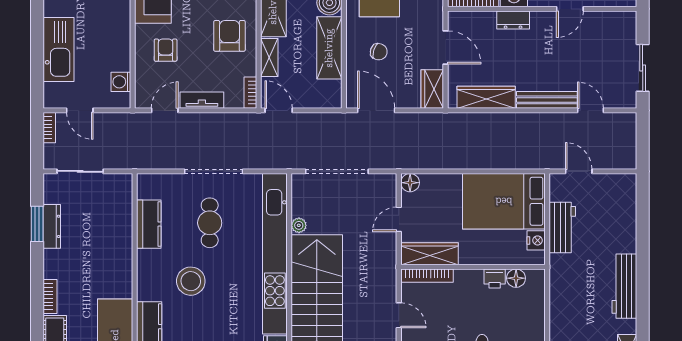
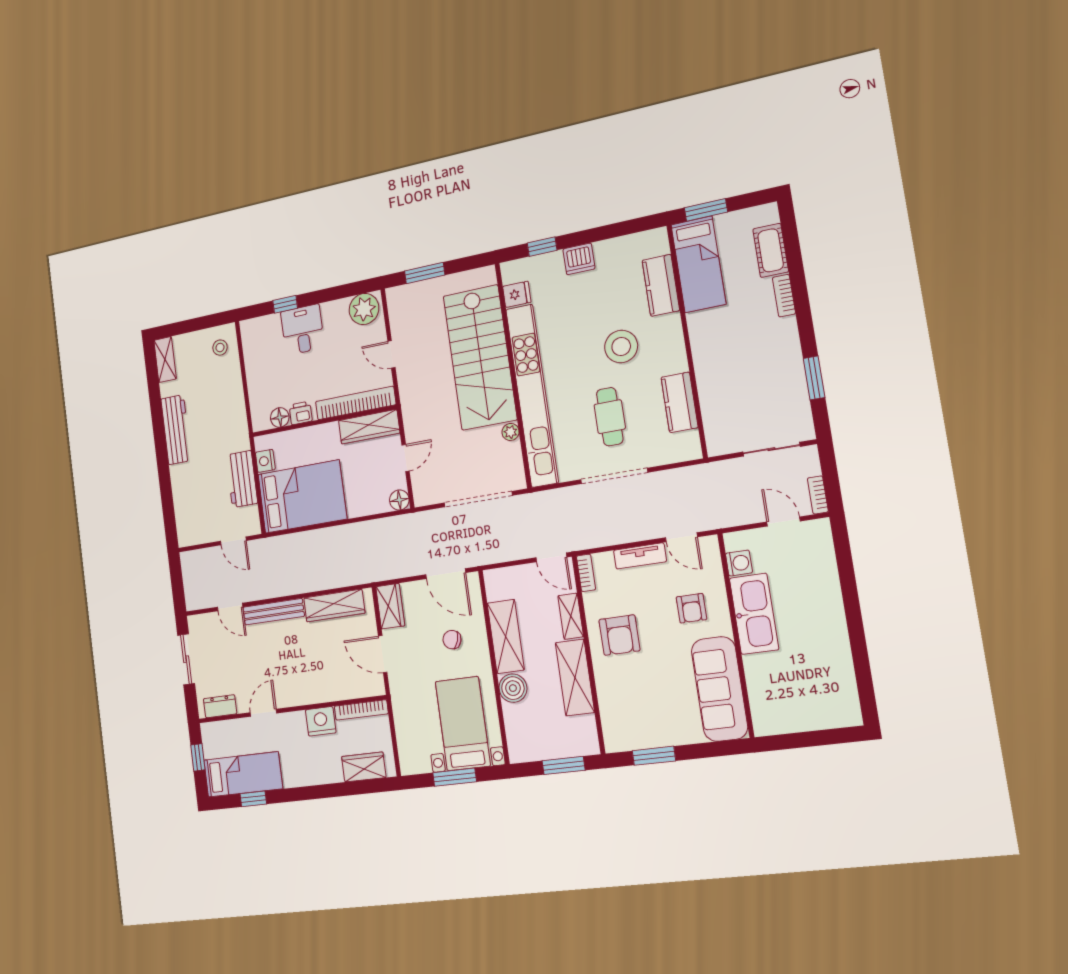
dresser: (513, 20) -> (220, 706), moved
kitchen sink: (59, 49) -> (754, 614), moved, turned 180
door: (165, 110) -> (681, 537), hinge flipped
dresser: (52, 226) -> (795, 378), removed
bookcase: (427, 276) -> (355, 403), width x1.48, depth x1.31

